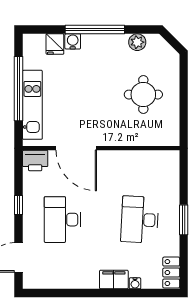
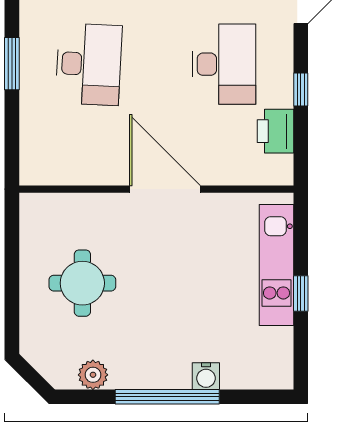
fridge: (55, 44) -> (237, 371), removed
window: (19, 89) -> (301, 293), width x0.32
door: (76, 148) -> (165, 189), moved
printer: (35, 161) -> (275, 131), moved, turned -90

